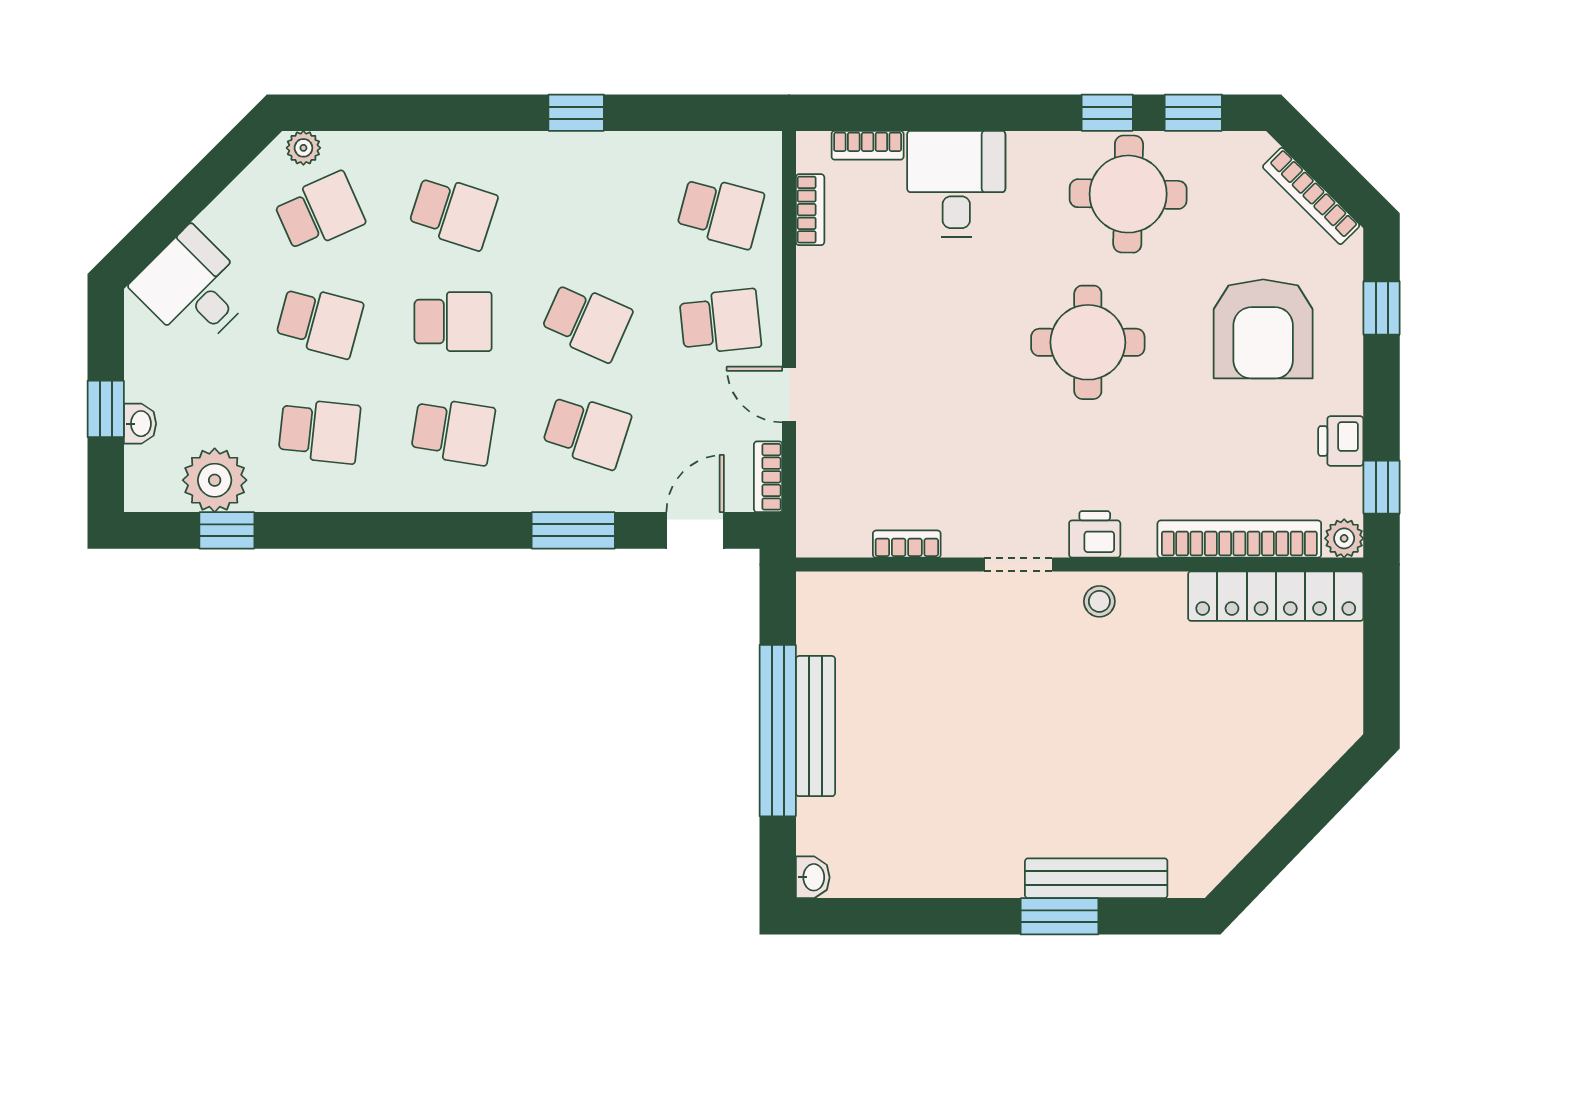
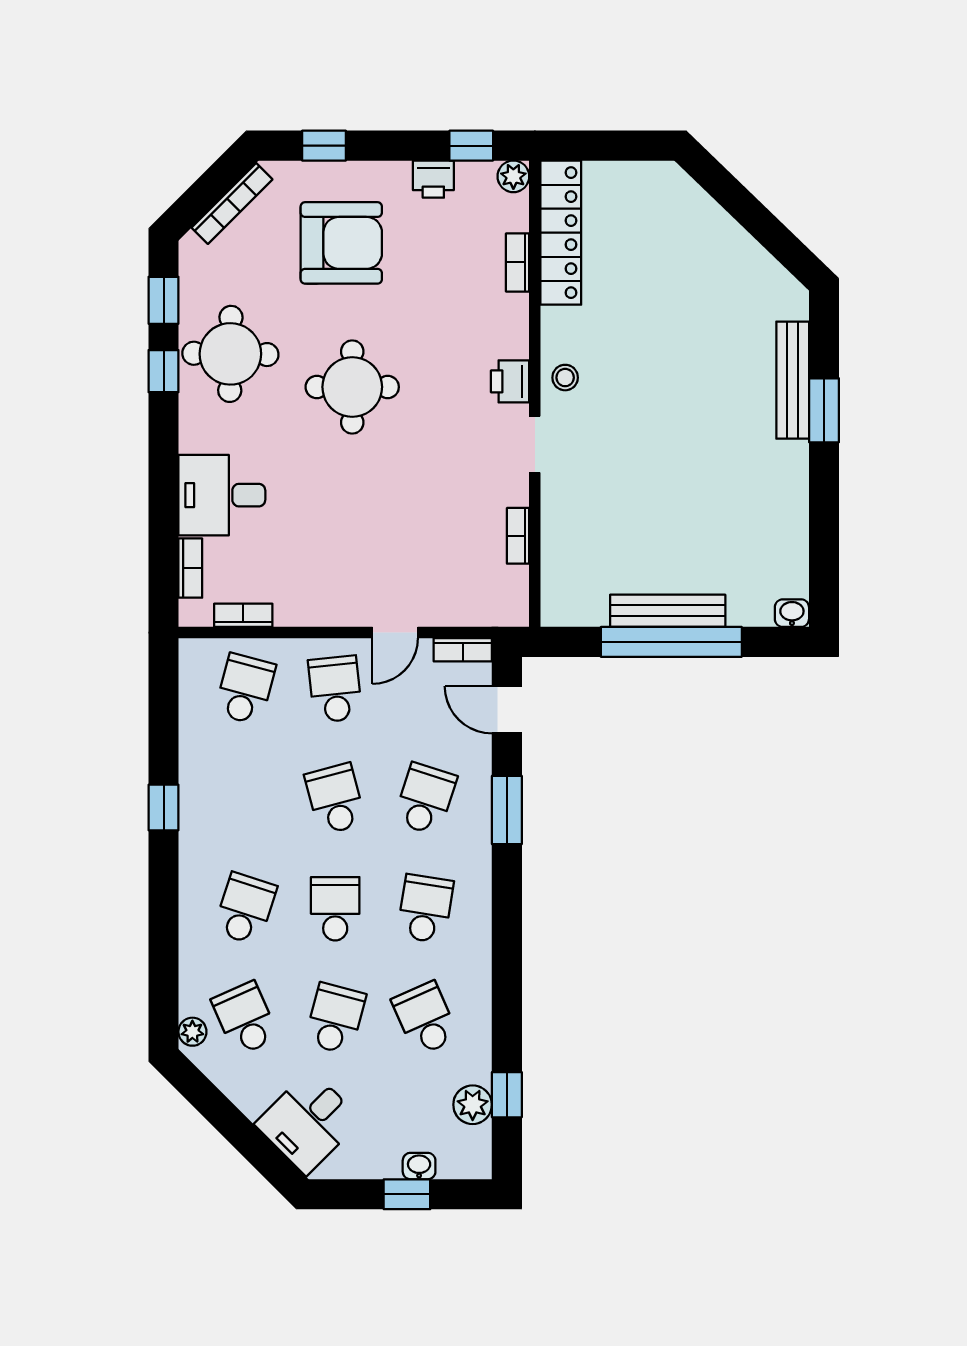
school desk: (587, 322) -> (335, 799), turned -39
school desk: (319, 431) -> (425, 1019), turned -30
plant: (215, 480) -> (473, 1105), width x0.73, depth x0.73
bookcase: (1239, 539) -> (518, 262), width x0.43, depth x0.76

